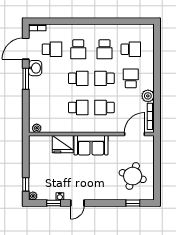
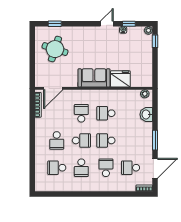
school desk: (105, 49) -> (81, 168), turned 180
washbasin: (35, 68) -> (146, 114), moved
plant: (148, 96) -> (41, 124), removed
school desk: (105, 107) -> (81, 113), turned -90

